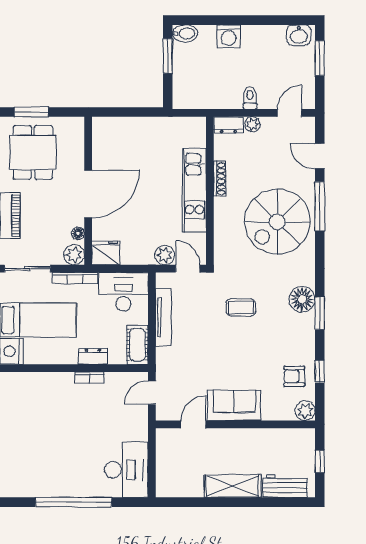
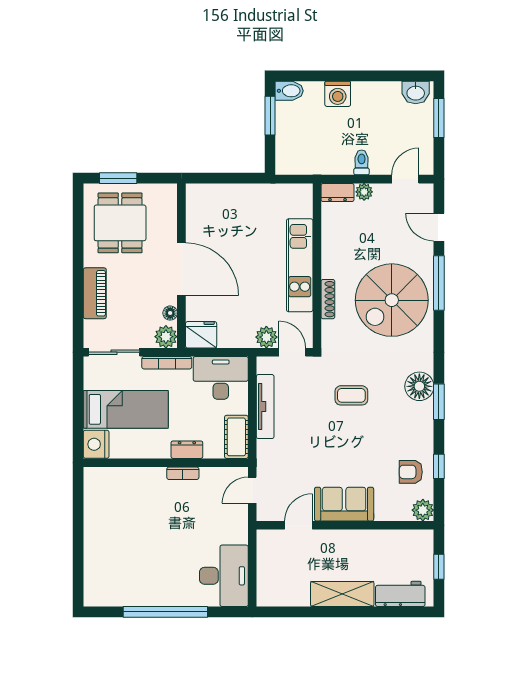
shoe rack: (220, 179) -> (328, 299), moved
door: (88, 194) -> (181, 269), hinge flipped

